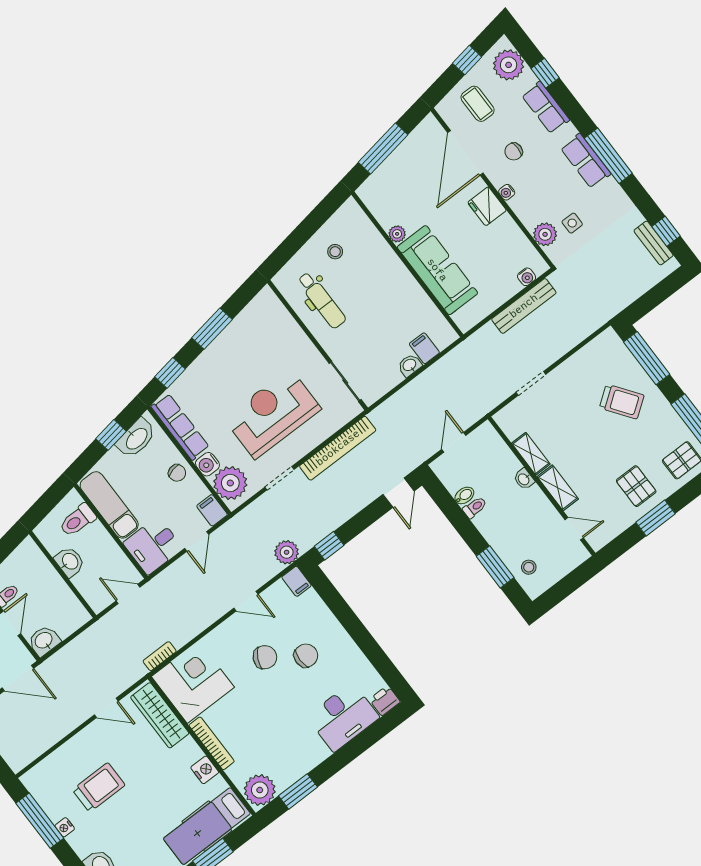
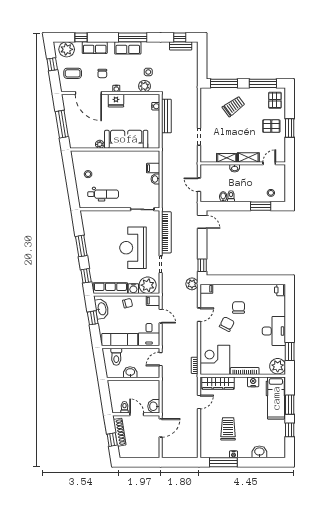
desk: (343, 717) -> (274, 331), moved

